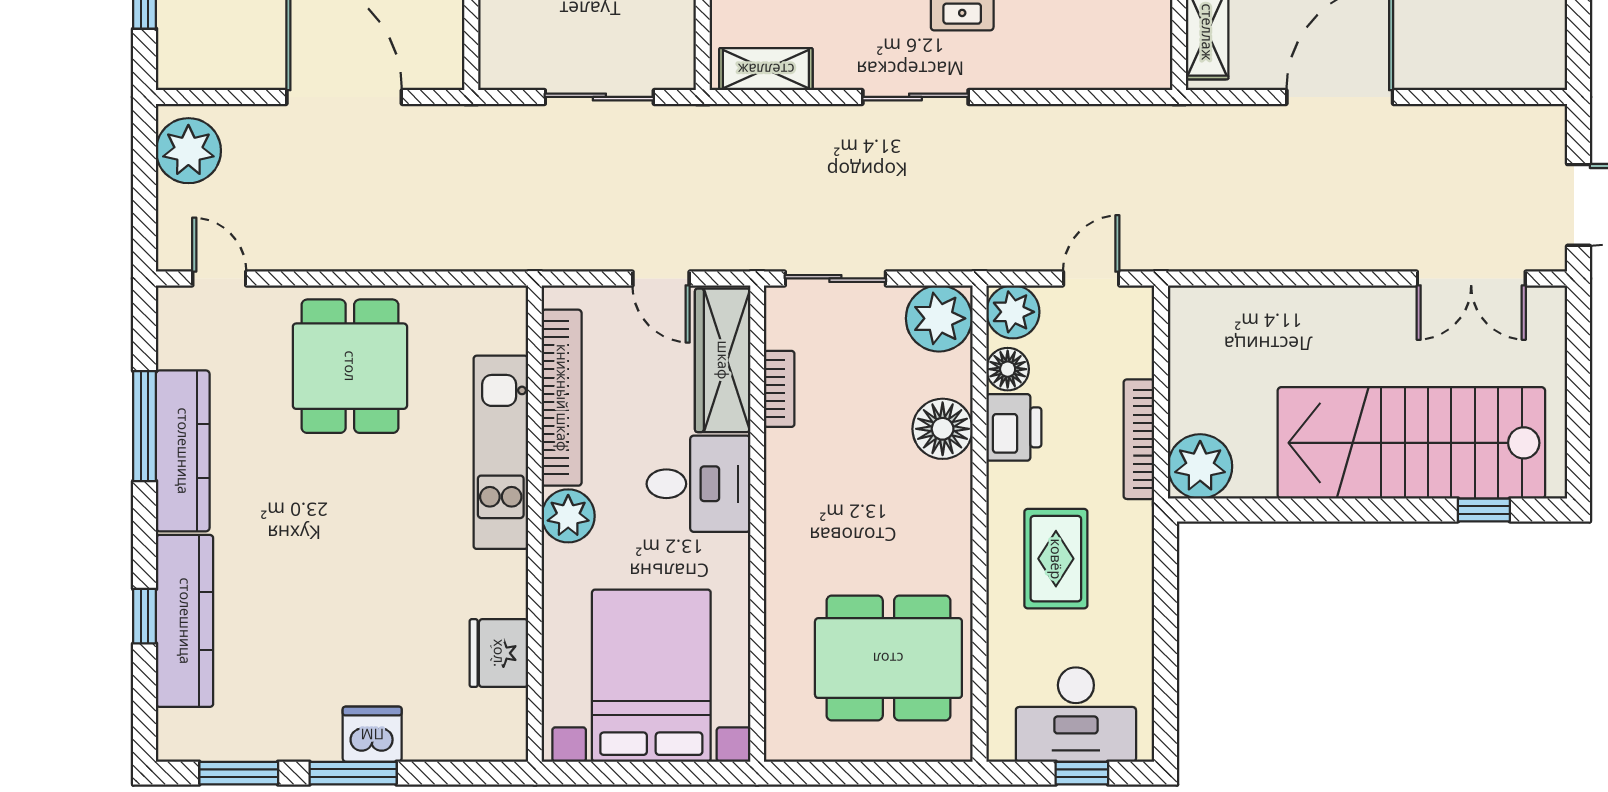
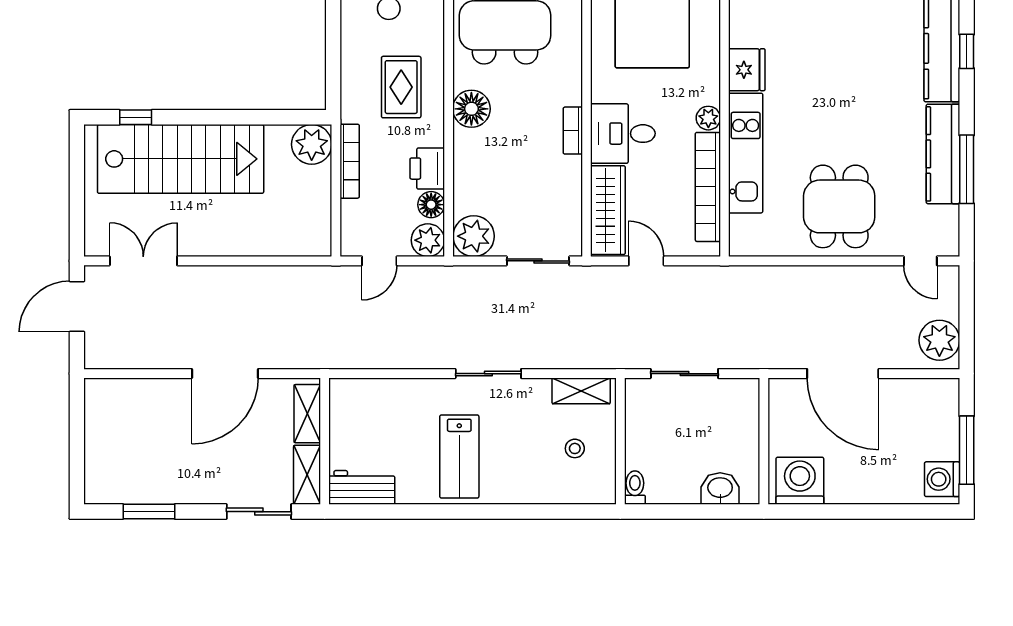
bookcase: (779, 389) -> (573, 131), moved
floor lamp: (943, 429) -> (471, 109), moved
plant: (568, 516) -> (708, 118), width x0.73, depth x0.73
fridge: (499, 653) -> (747, 70), moved

